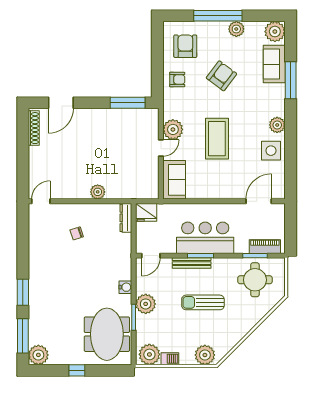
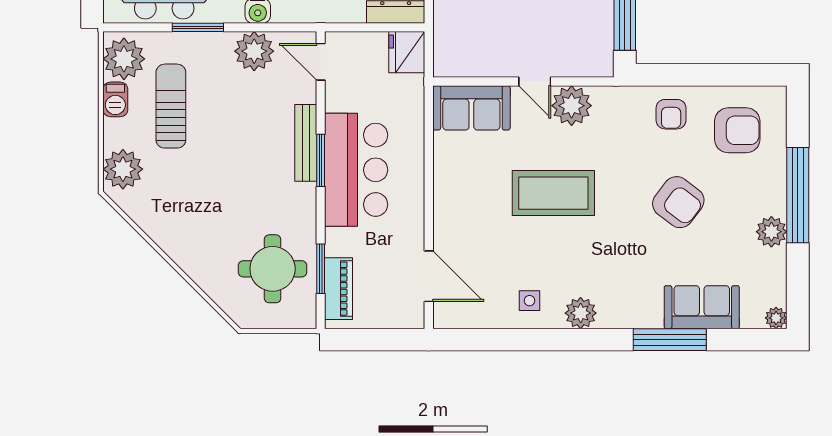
plant: (275, 32) -> (776, 318), width x0.53, depth x0.53
side table: (271, 151) -> (530, 301), width x0.54, depth x0.54
sun lounger: (203, 302) -> (171, 106), moved
plant: (146, 304) -> (254, 51), moved

